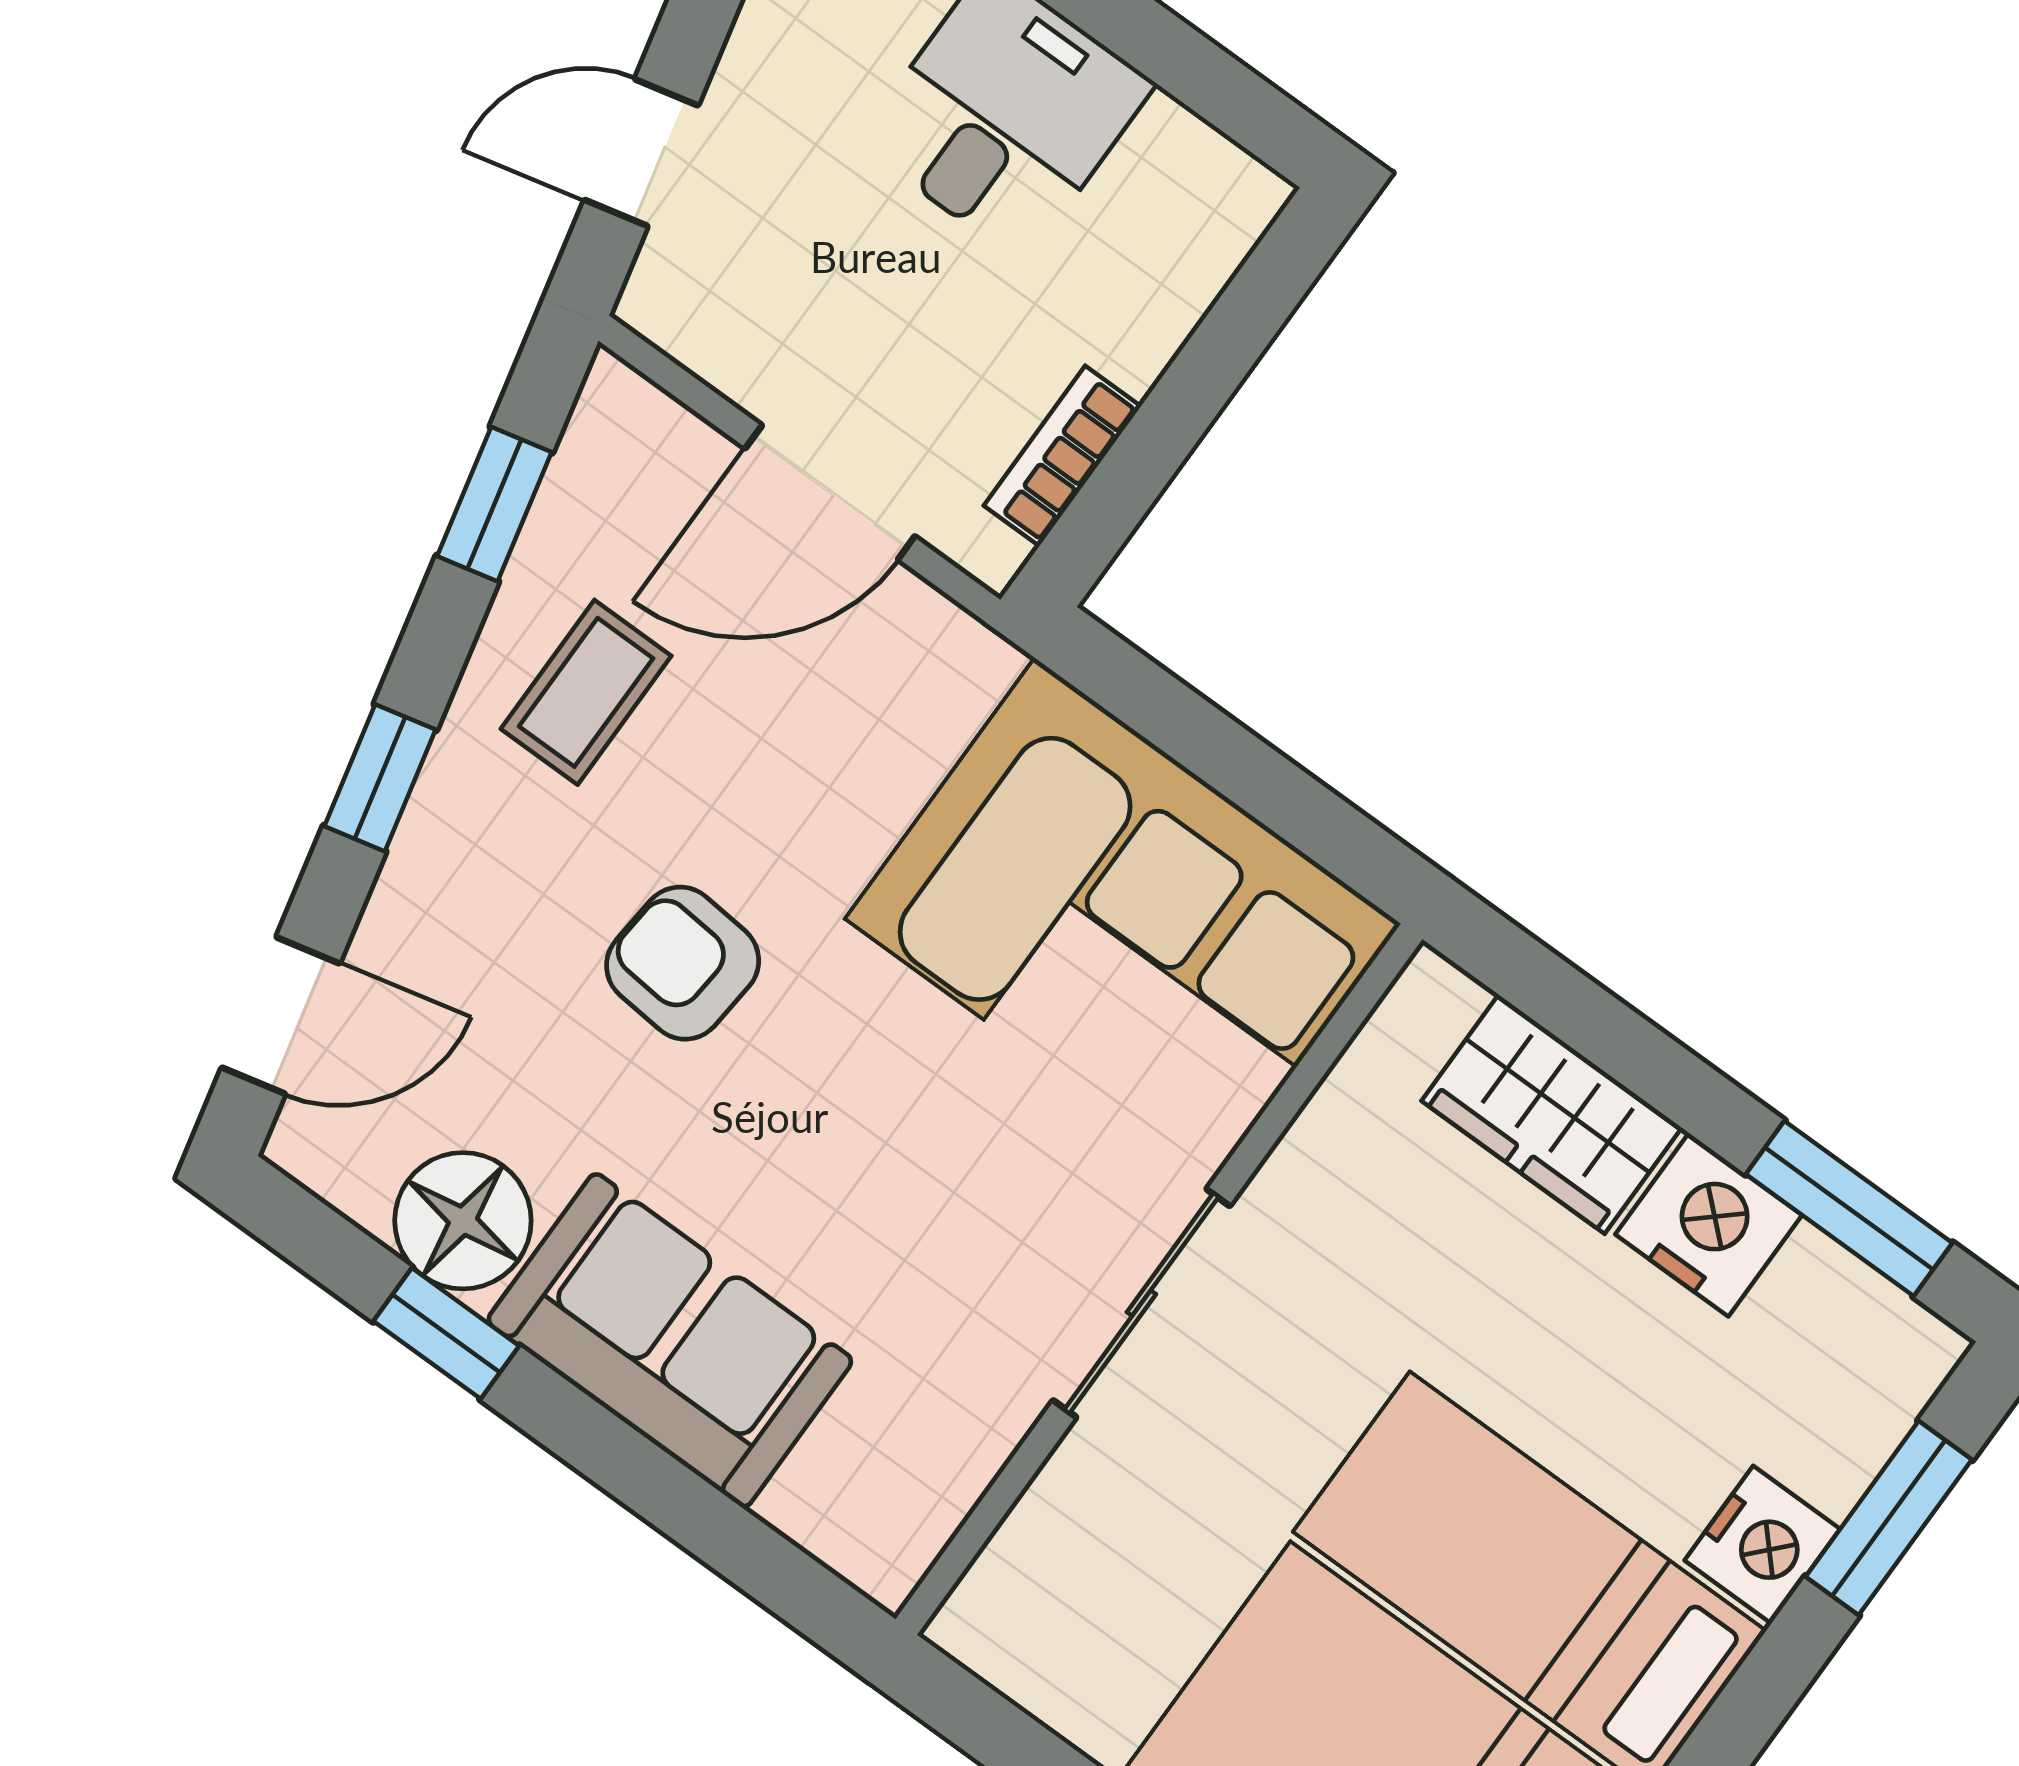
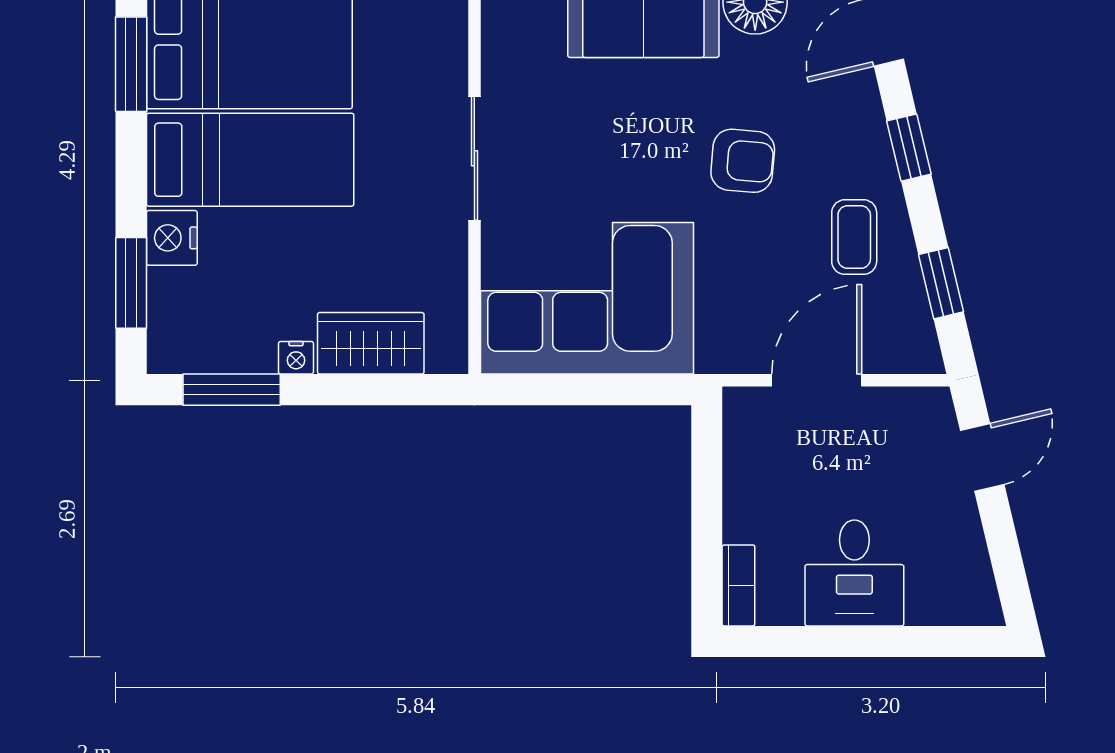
bookcase: (1062, 456) -> (738, 585), moved
nightstand: (1709, 1225) -> (296, 358), width x0.53, depth x0.56

